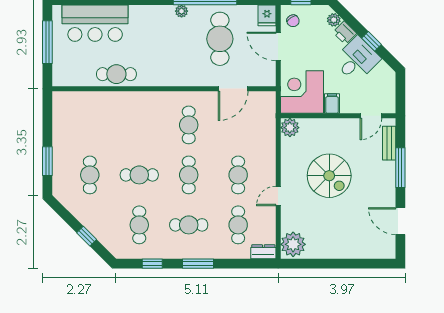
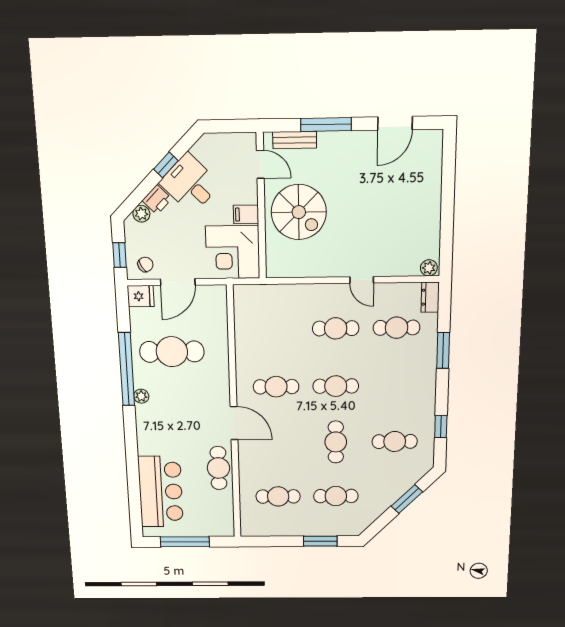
door: (233, 89) -> (234, 423), moved
plant: (290, 128) -> (277, 267), removed
spiral stairs: (329, 176) -> (299, 212), moved, turned 90
cafe table: (189, 225) -> (278, 496), moved, turned 90
window: (87, 236) -> (407, 499), width x1.50
plant: (293, 244) -> (429, 268), width x0.53, depth x0.53
window: (198, 264) -> (443, 350), moved

